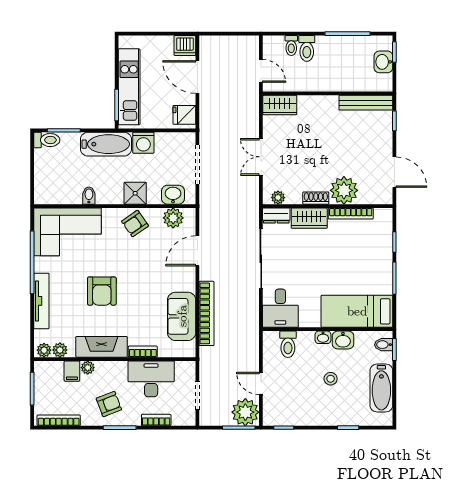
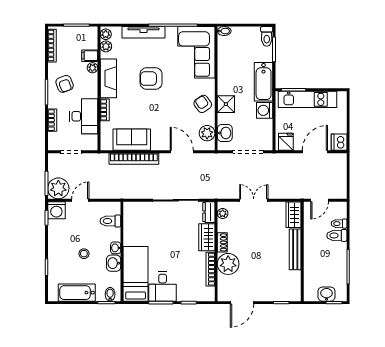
bench: (366, 103) -> (295, 249), moved
bidet: (89, 196) -> (224, 31), moved
desk: (280, 308) -> (163, 287), moved, turned -90
washing machine: (274, 415) -> (56, 210), added

